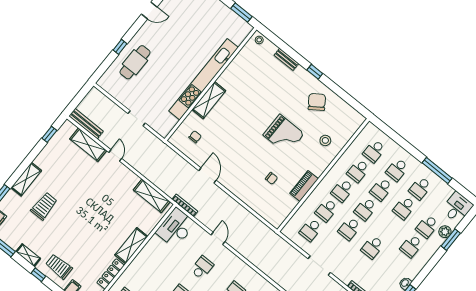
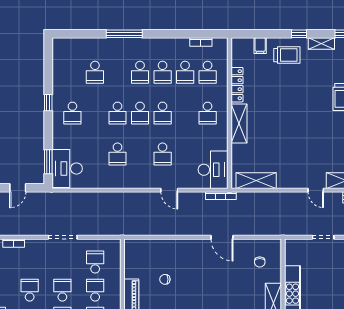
school desk: (147, 271) -> (208, 113), added

